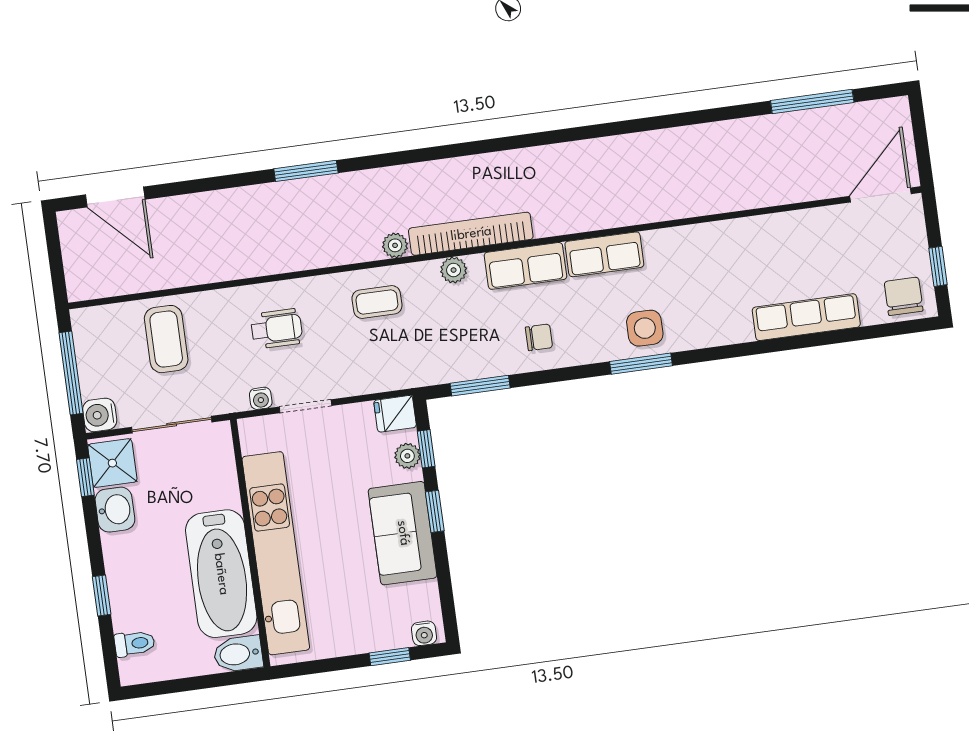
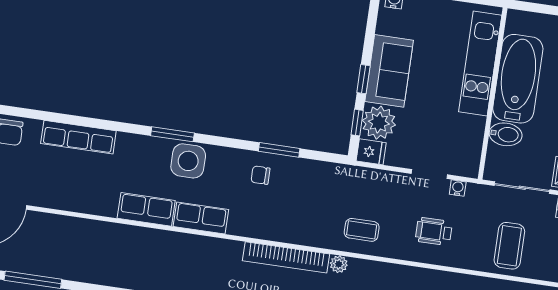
row of seats: (525, 266) -> (146, 209), moved
plant: (454, 270) -> (304, 236), removed
side table: (645, 328) -> (188, 161), width x1.37, depth x1.37
window: (641, 364) -> (172, 134), moved
window: (480, 386) -> (279, 150), moved
plant: (407, 456) -> (379, 123), width x1.87, depth x1.87
kitchen unit: (276, 553) -> (480, 63), width x0.73
bidet: (238, 654) -> (506, 134), moved

